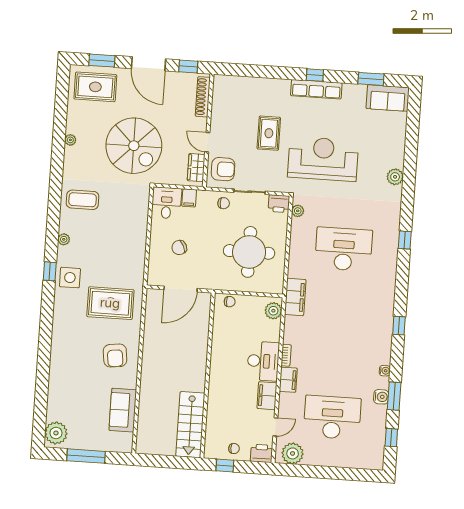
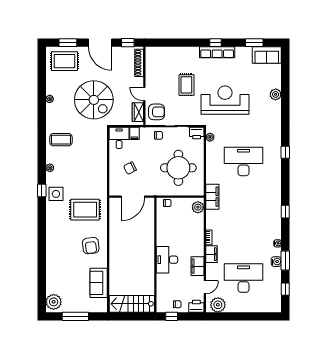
plant: (395, 177) -> (276, 94), moved
desk: (263, 361) -> (167, 260), moved, turned 180
stairs: (190, 425) -> (132, 304), moved, turned 90

